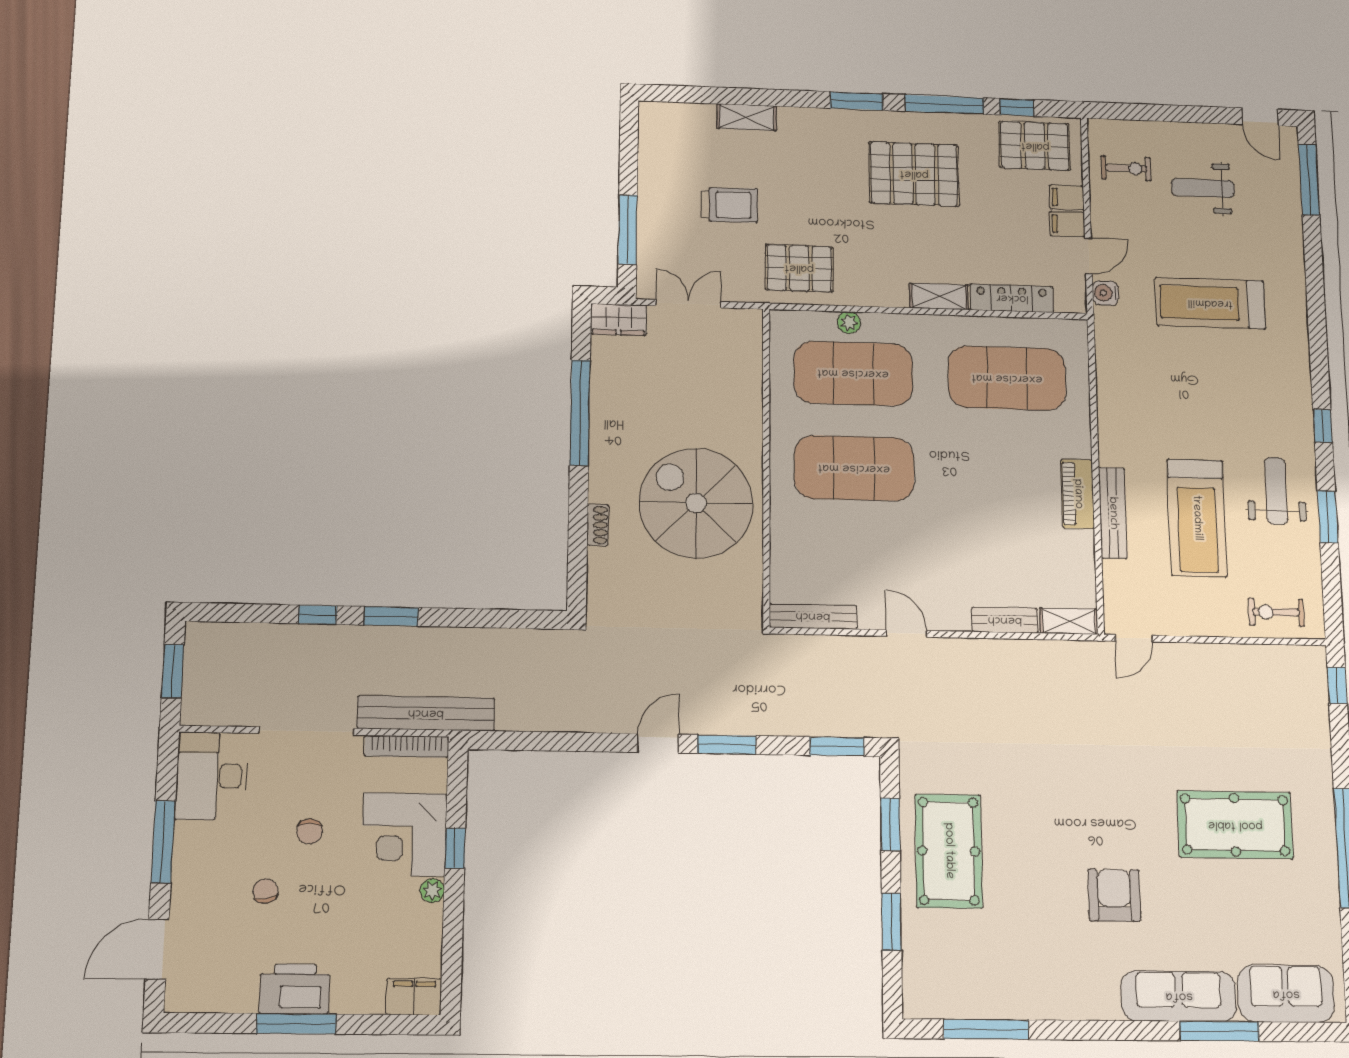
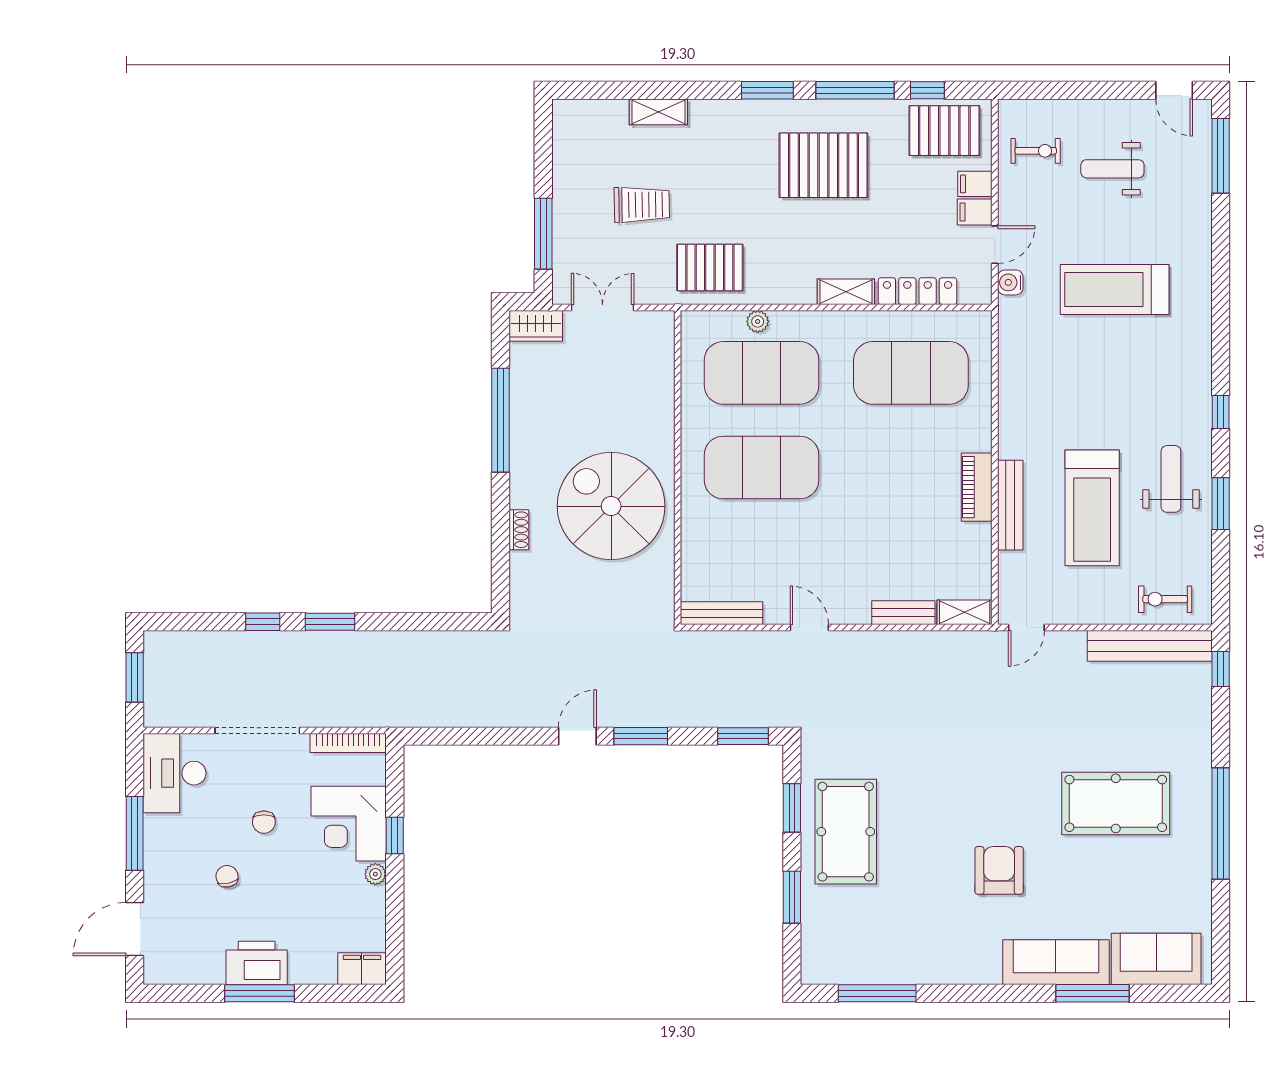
bench: (426, 713) -> (1150, 646), moved

